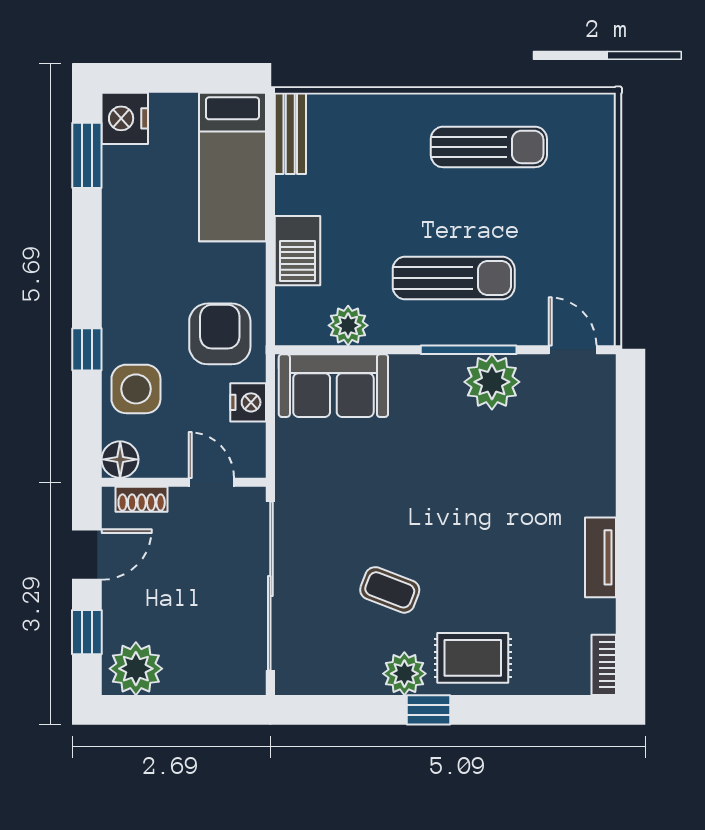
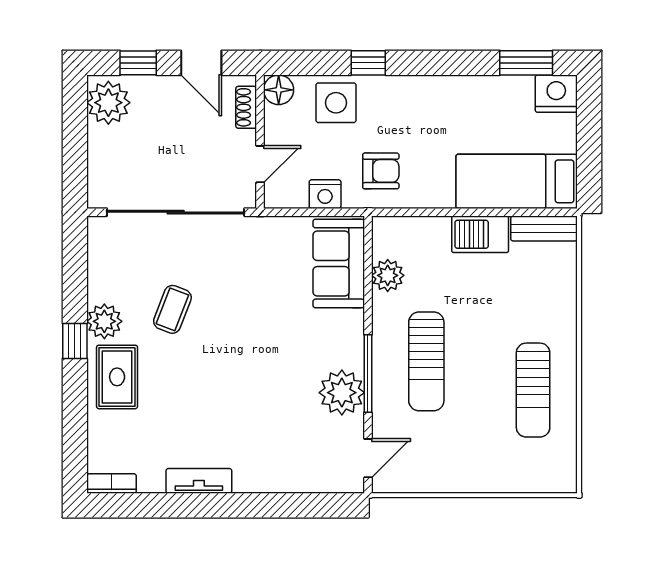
barbecue: (297, 251) -> (480, 234), moved
armchair: (220, 334) -> (381, 171), width x0.72, depth x0.72

